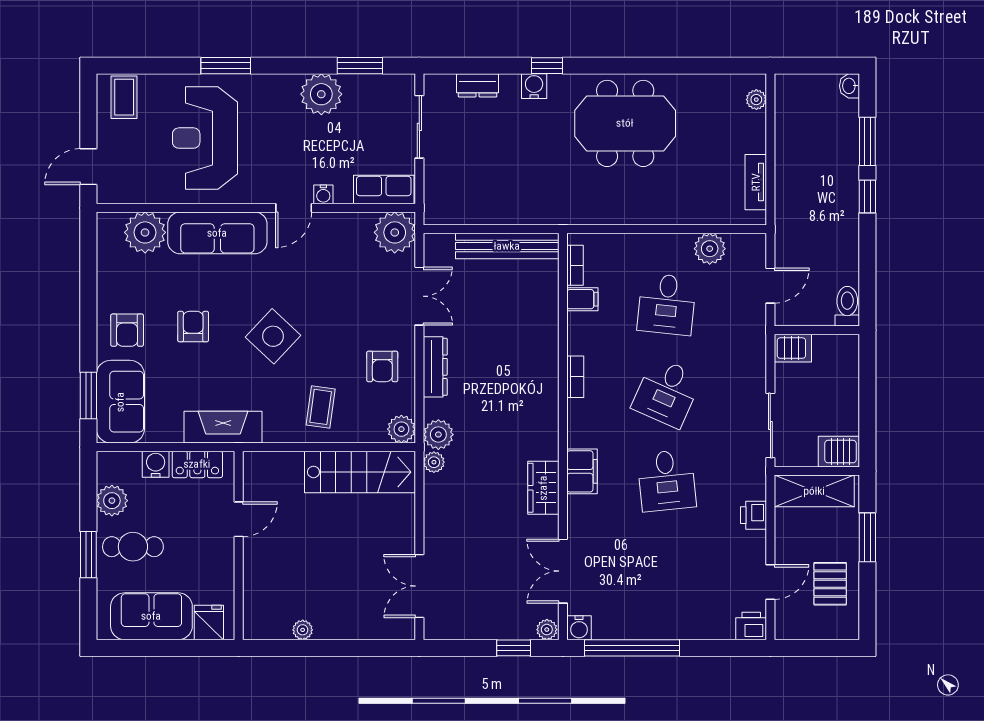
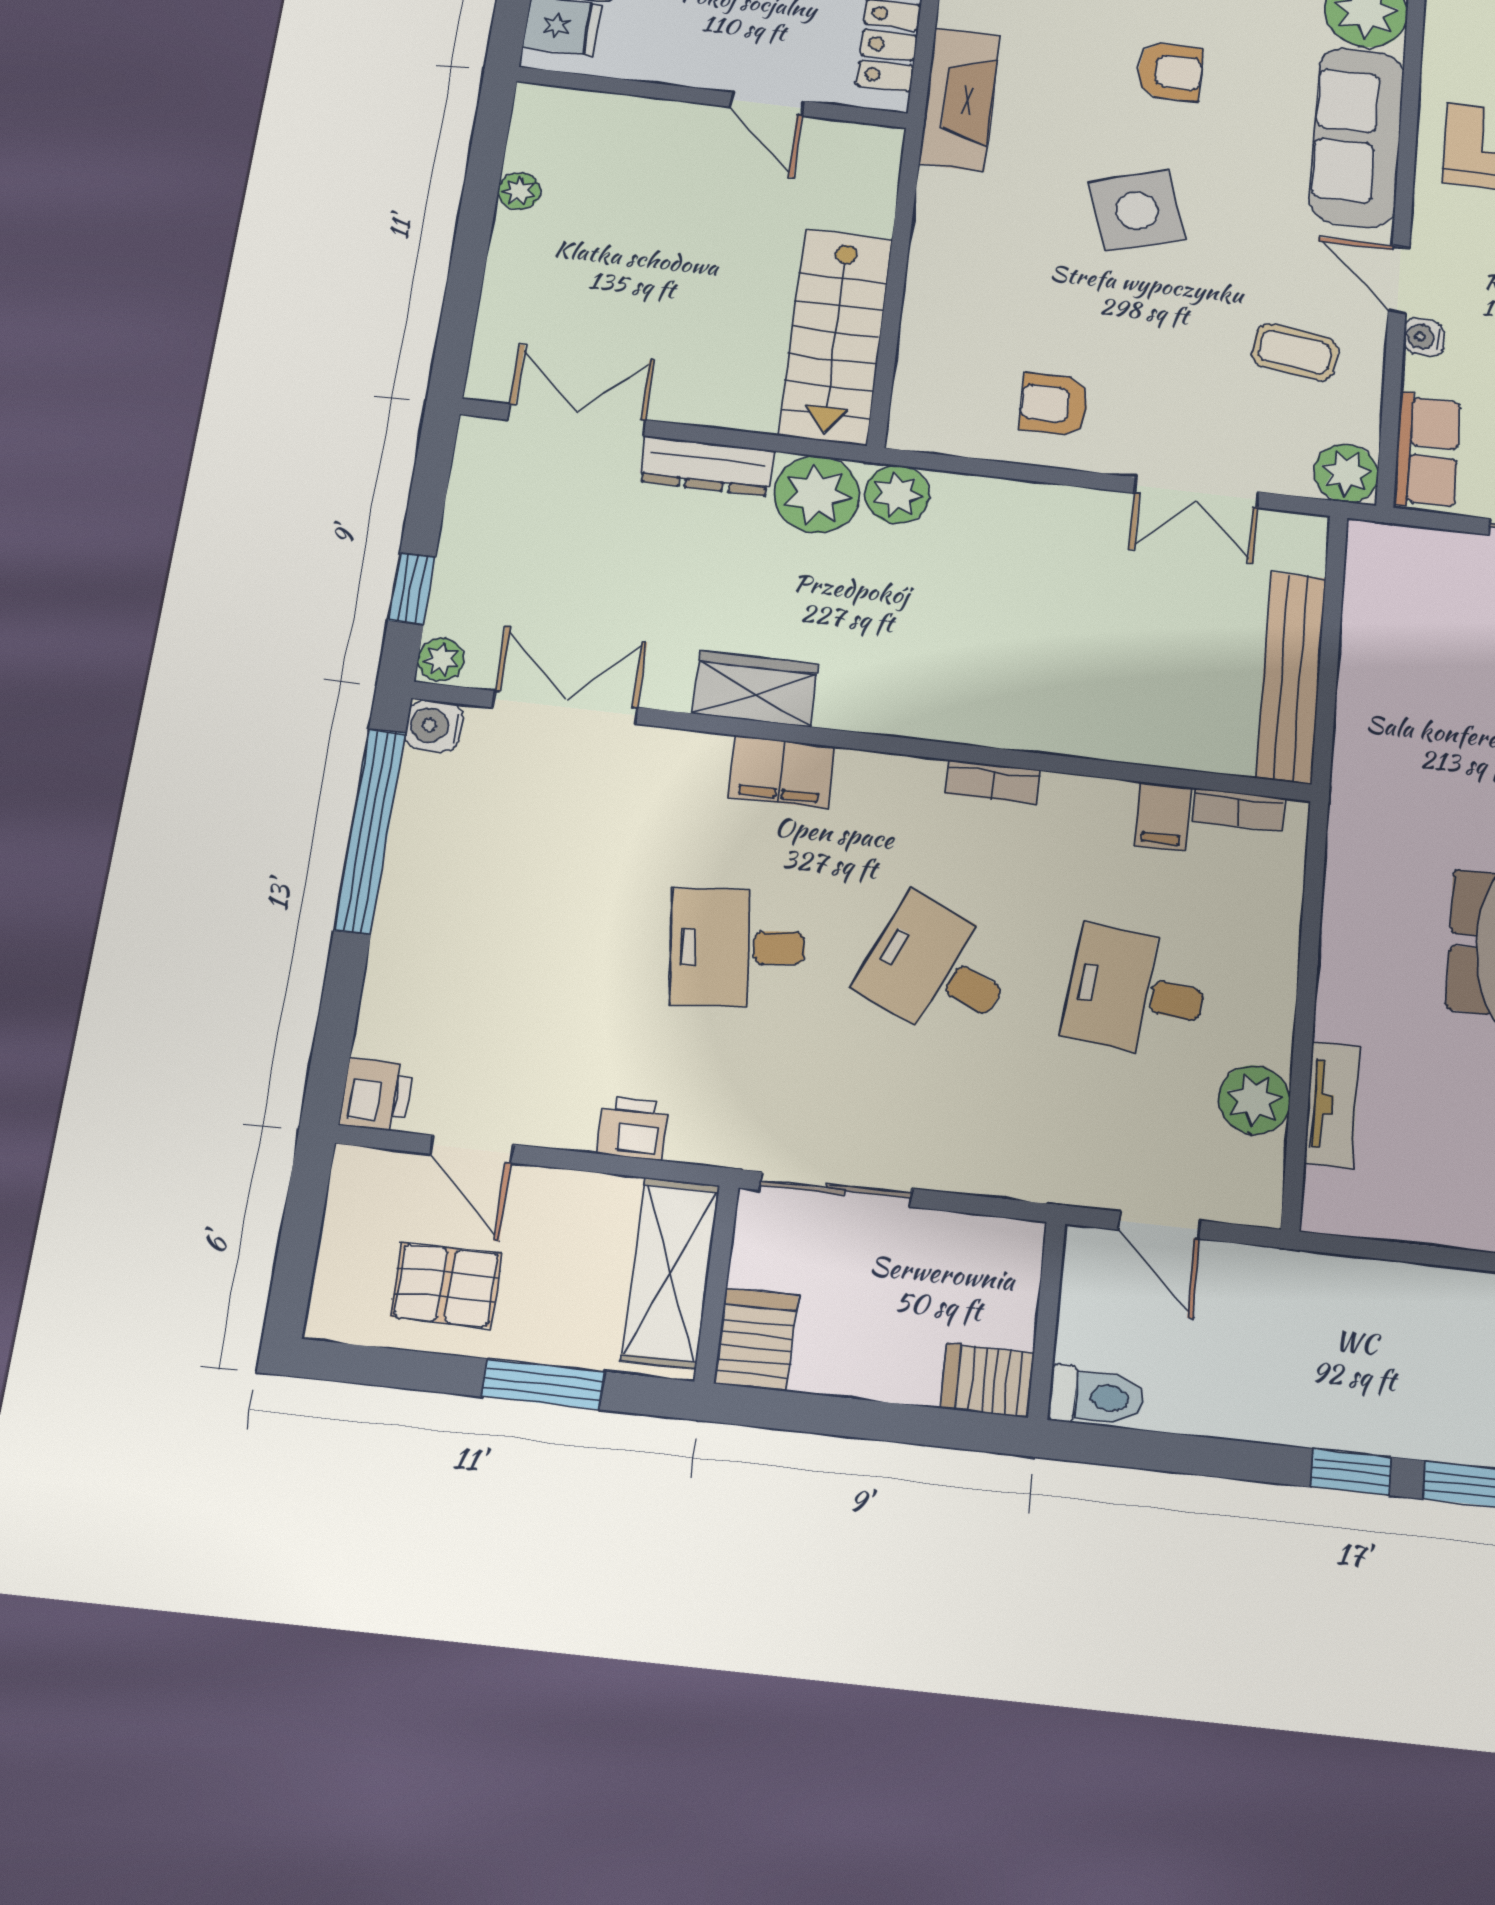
tv unit: (756, 182) -> (1332, 1105), moved, turned 90
plant: (395, 232) -> (1346, 473), width x0.73, depth x0.73
side table: (273, 336) -> (1137, 211), turned 30
server rack: (793, 348) -> (988, 1380), moved, turned 90
dresser: (435, 367) -> (707, 466), moved
coffee table: (321, 407) -> (1295, 352), moved
plant: (401, 429) -> (917, 425), removed
plant: (434, 462) -> (817, 494), width x1.88, depth x1.88

